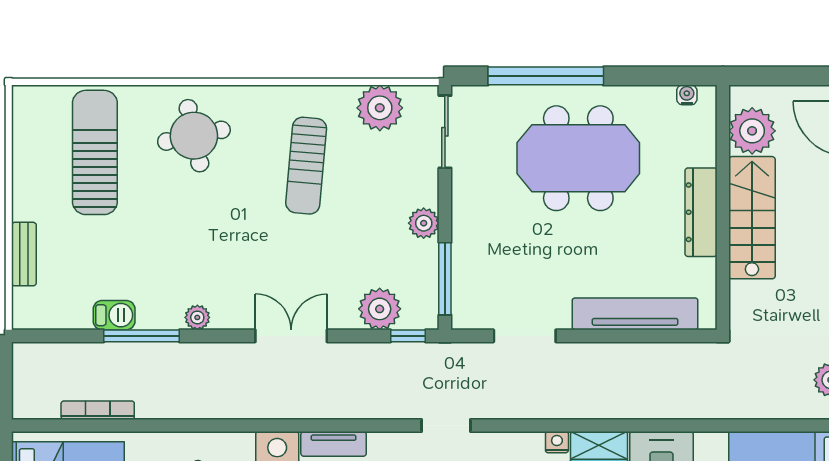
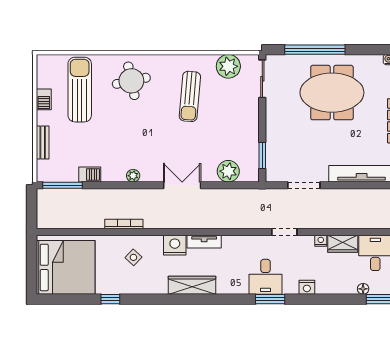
barbecue: (26, 171) -> (44, 99), added
plant: (424, 223) -> (251, 126), removed
window: (445, 279) -> (262, 155), width x0.69
window: (142, 336) -> (63, 185), moved
window: (408, 336) -> (243, 185), removed
bookcase: (98, 410) -> (124, 224), moved
doorway: (446, 425) -> (284, 232), moved

